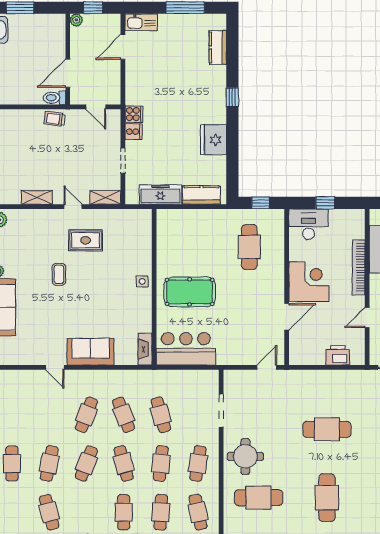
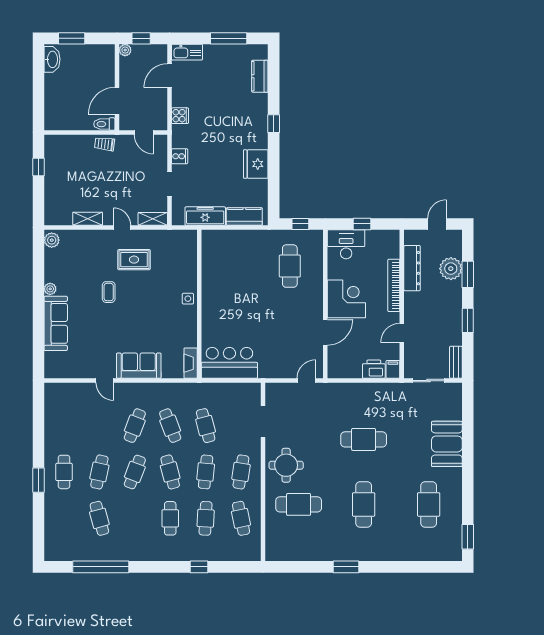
cooker: (134, 114) -> (180, 116), moved
pool table: (190, 292) -> (233, 309), removed
filing cabinet: (358, 356) -> (393, 369), added

